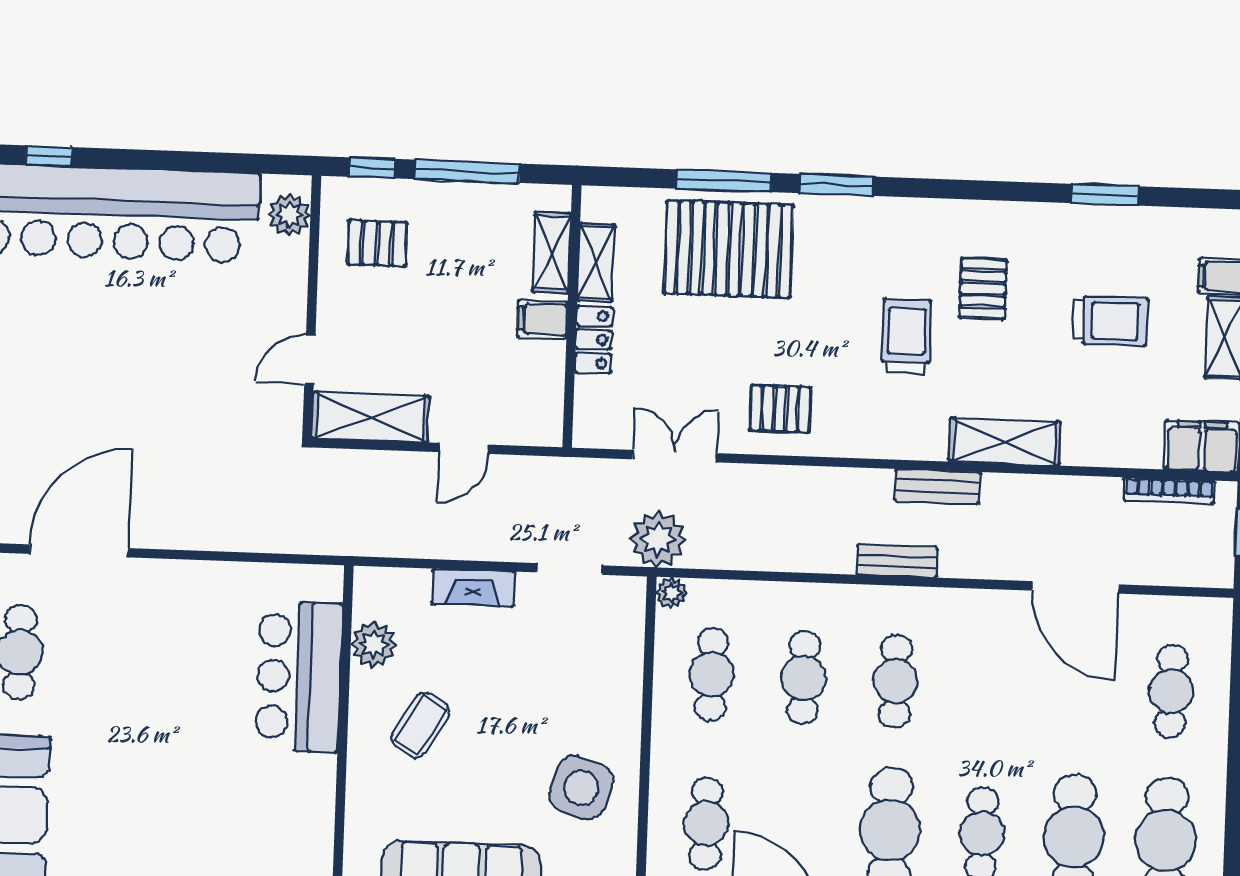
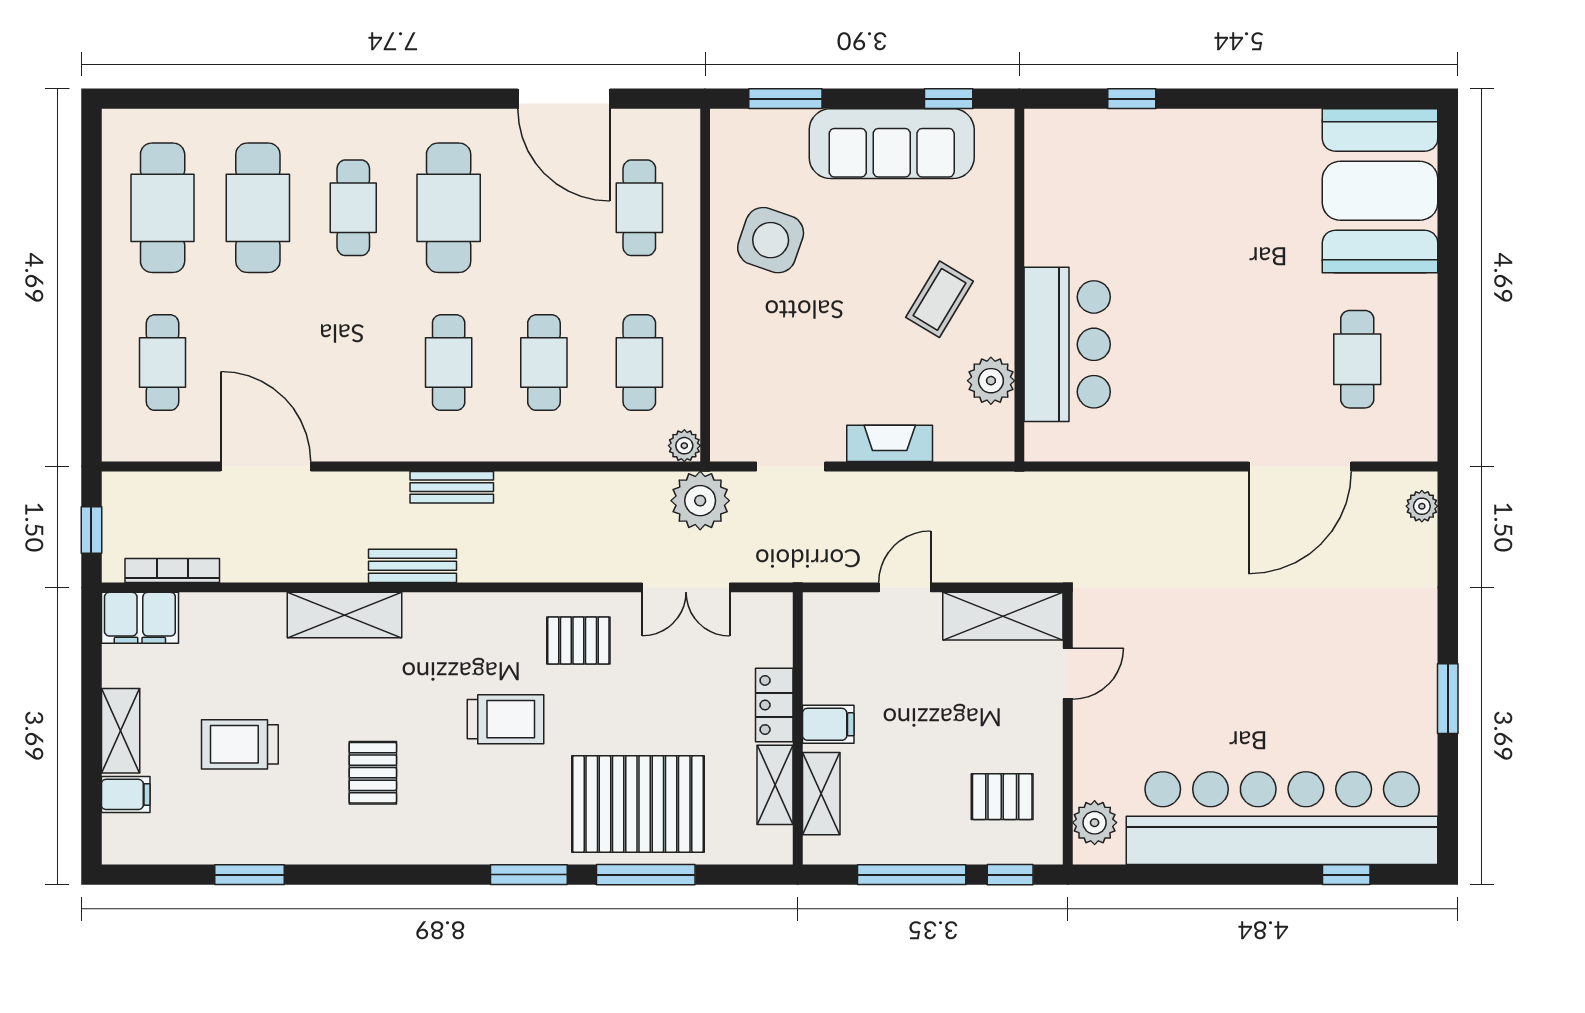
trolley: (906, 336) -> (505, 719), moved, turned -90

